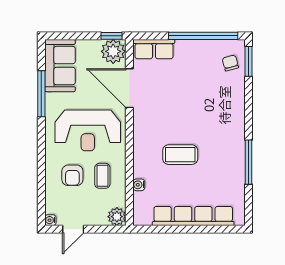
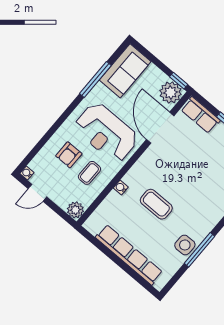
side table: (233, 168) -> (185, 245), added
water cooler: (139, 185) -> (121, 188), moved

